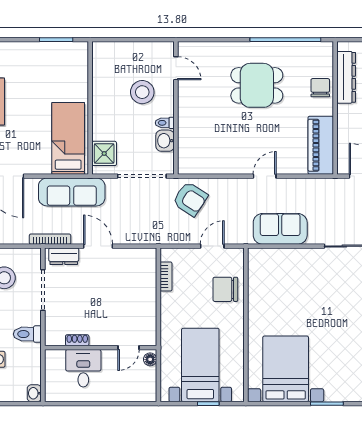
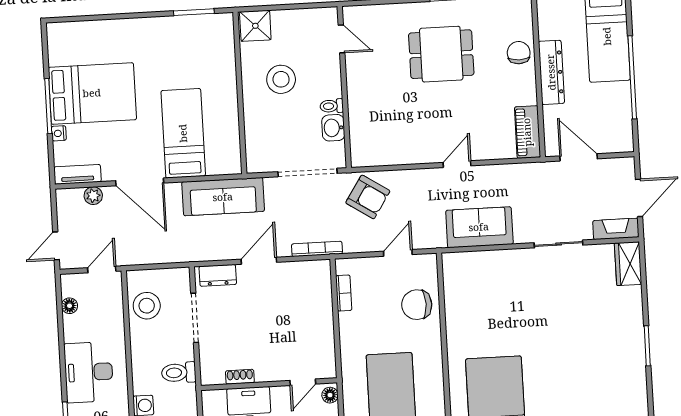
dresser: (346, 77) -> (551, 72), moved
stool: (142, 92) -> (281, 79), moved
bed: (68, 138) -> (183, 133), moved
piano: (321, 145) -> (527, 132), width x0.73, depth x0.75
shower: (104, 153) -> (255, 26), moved
bookcase: (50, 239) -> (317, 249), moved
door: (98, 246) -> (259, 261), hinge flipped

